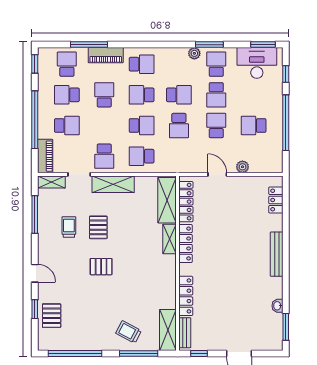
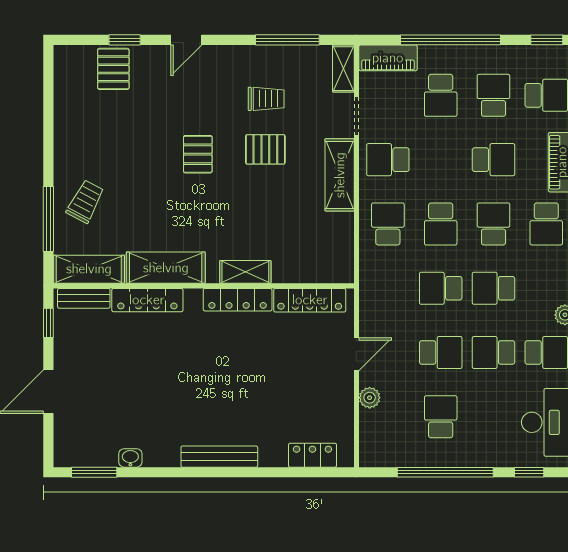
school desk: (179, 95) -> (493, 288), turned 90
shelving: (167, 200) -> (166, 268), moved
pallet: (52, 316) -> (113, 69), turned 90
window: (75, 353) -> (48, 109), removed

